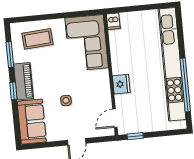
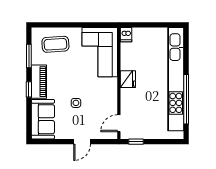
fridge: (121, 84) -> (128, 79), moved

